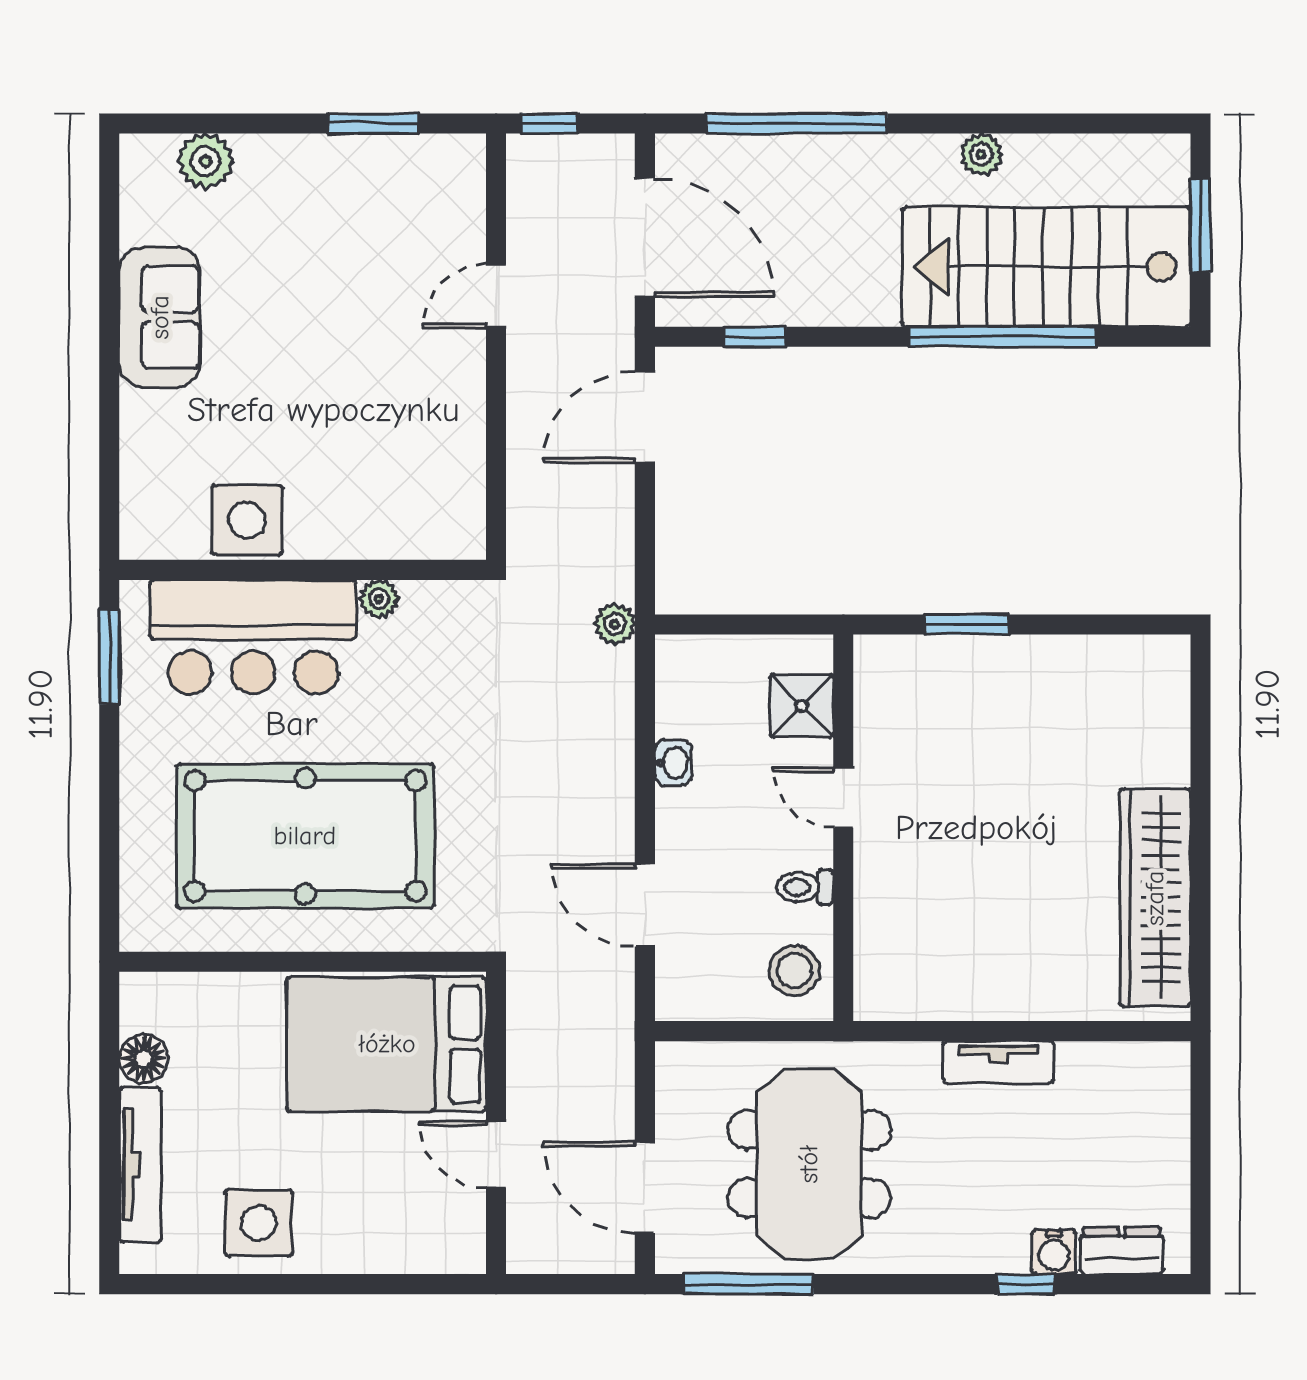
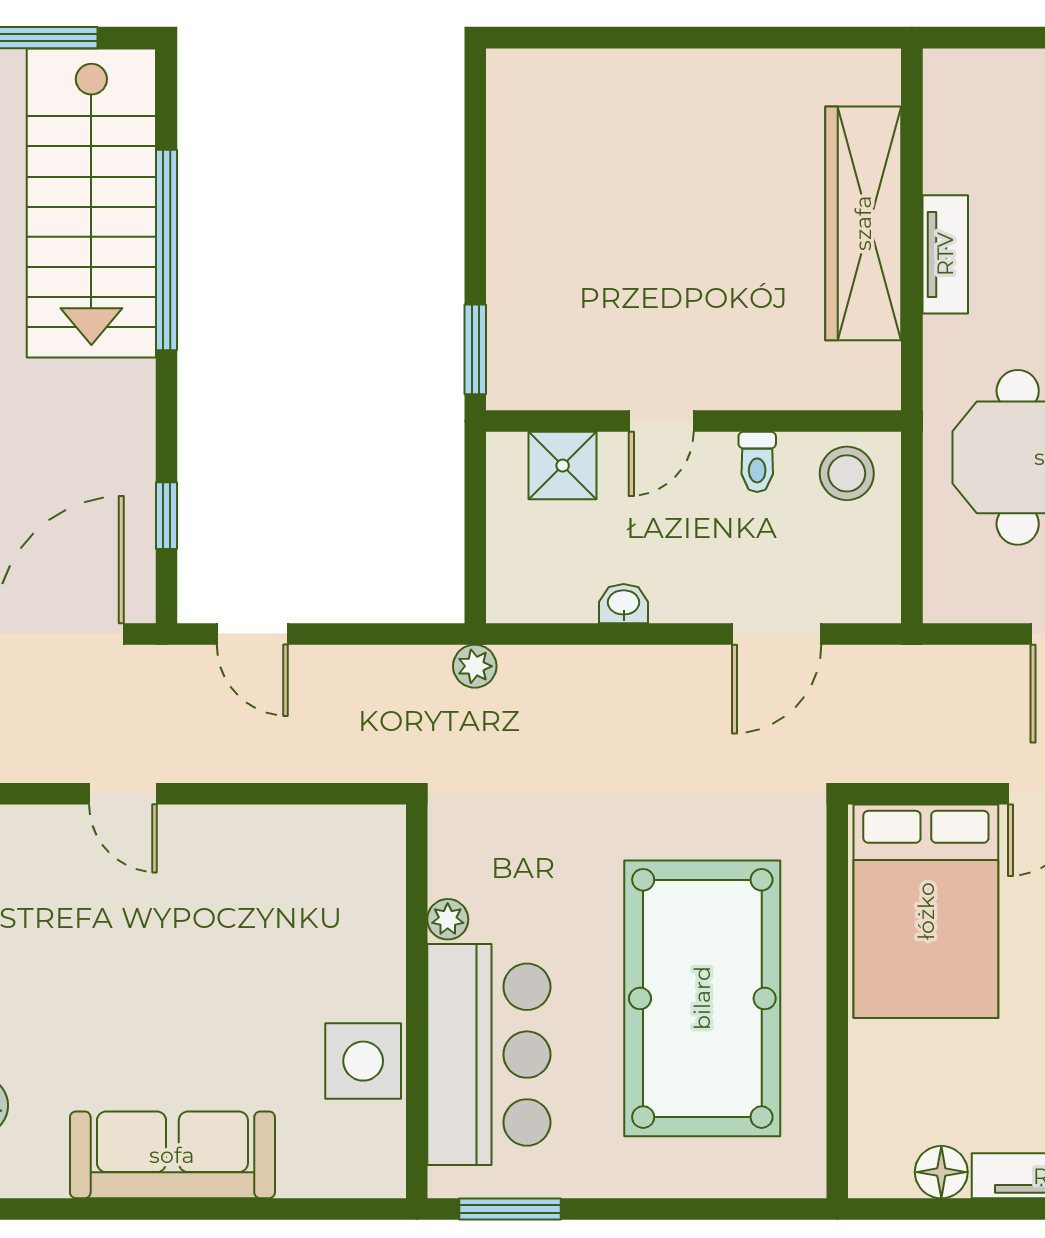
sofa: (160, 317) -> (172, 1155), width x1.36
door: (645, 417) -> (252, 634), width x0.73
window: (967, 624) -> (475, 349), moved
wardrobe: (1155, 898) -> (863, 223), moved, turned 90

